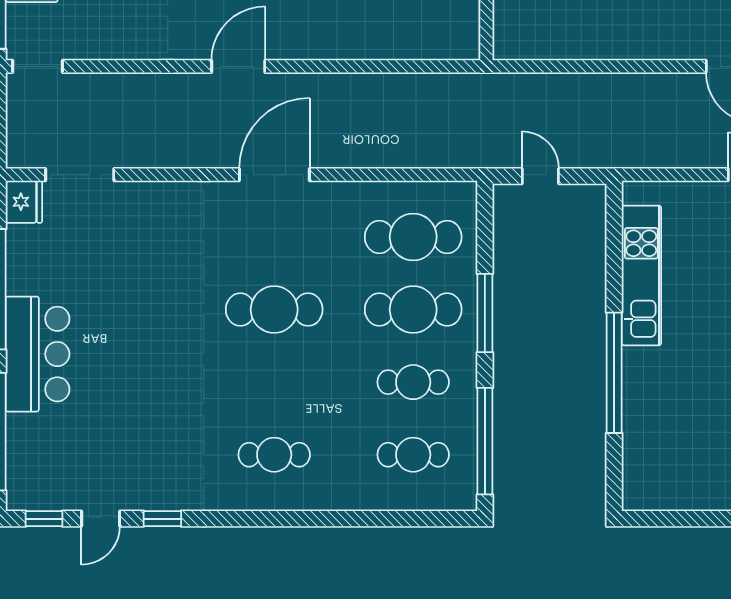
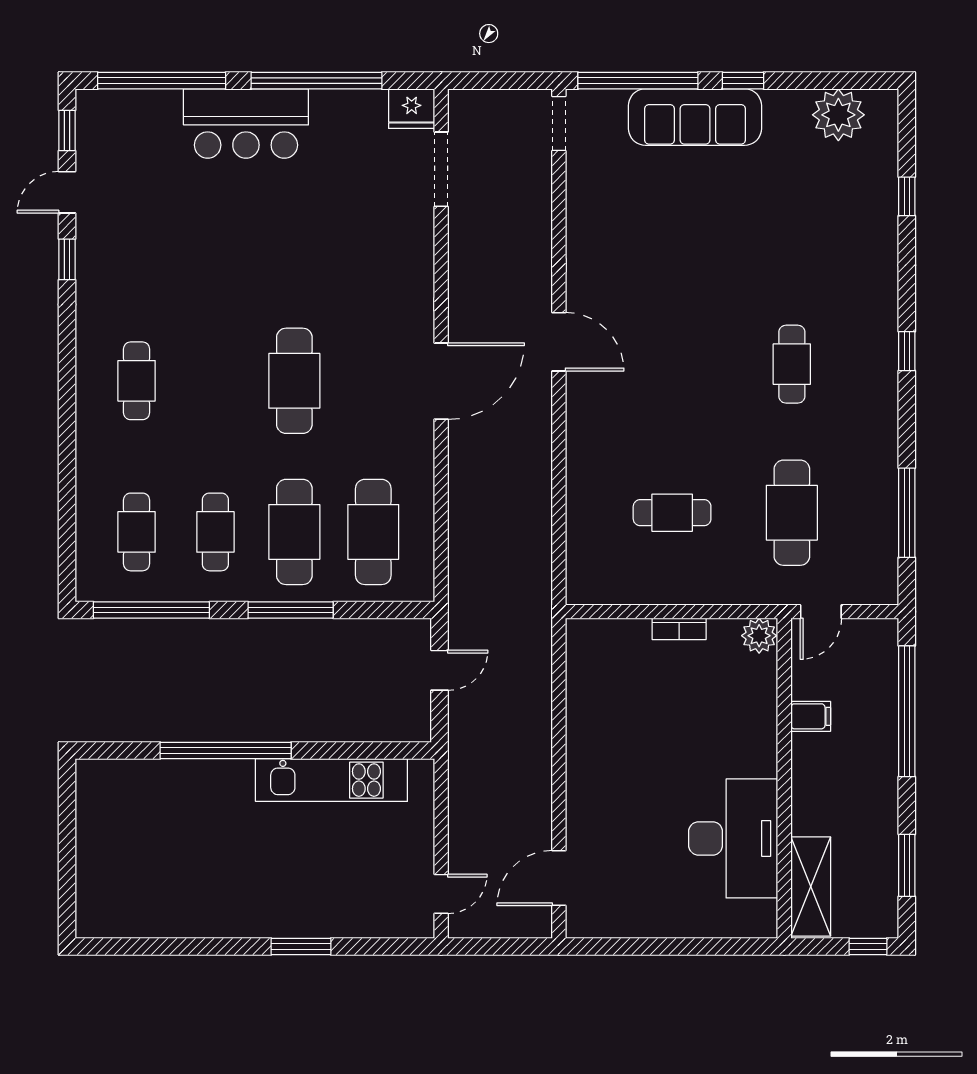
door: (274, 175) -> (441, 381), hinge flipped
door: (101, 519) -> (67, 192), hinge flipped

